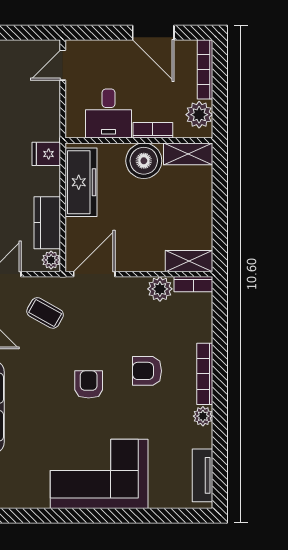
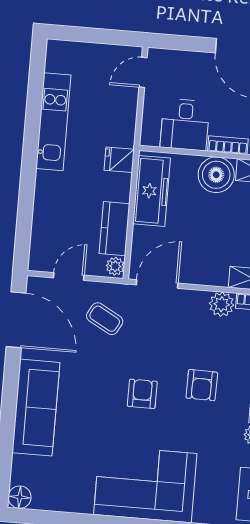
armchair: (147, 371) -> (202, 385), turned -89

